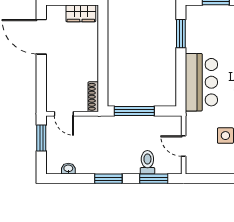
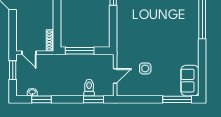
bar counter: (201, 82) -> (128, 30), removed
door: (184, 146) -> (115, 76), swing flipped
window: (108, 179) -> (41, 99), moved

